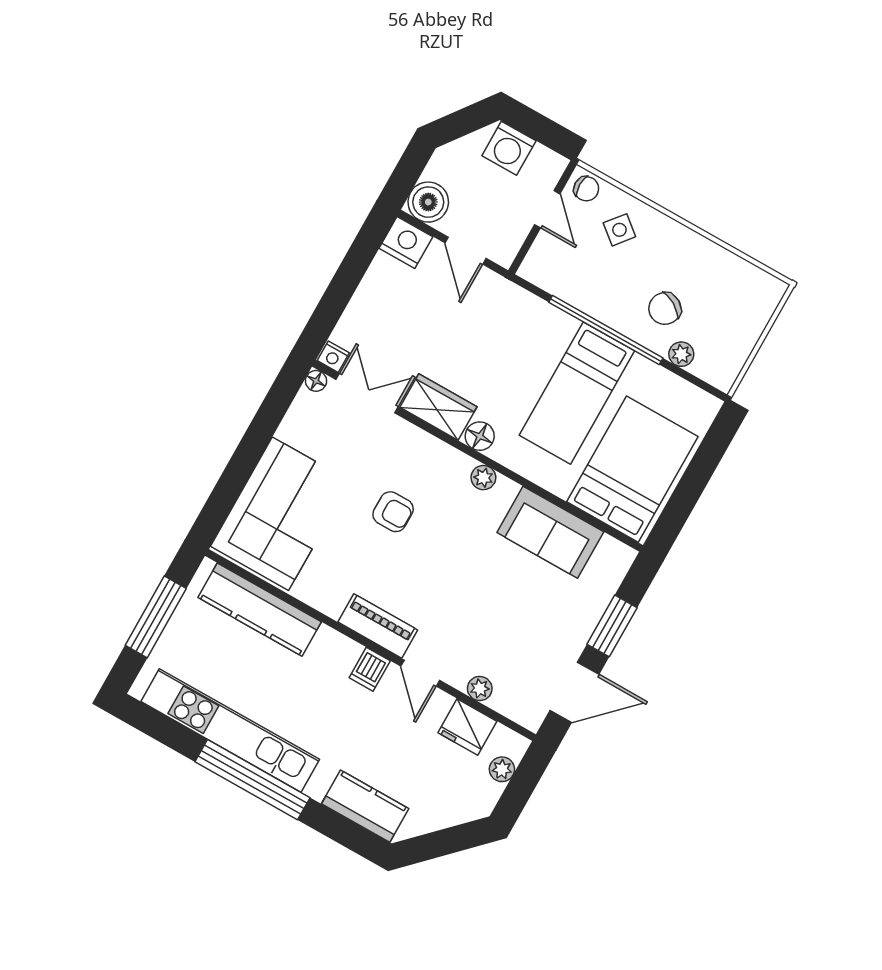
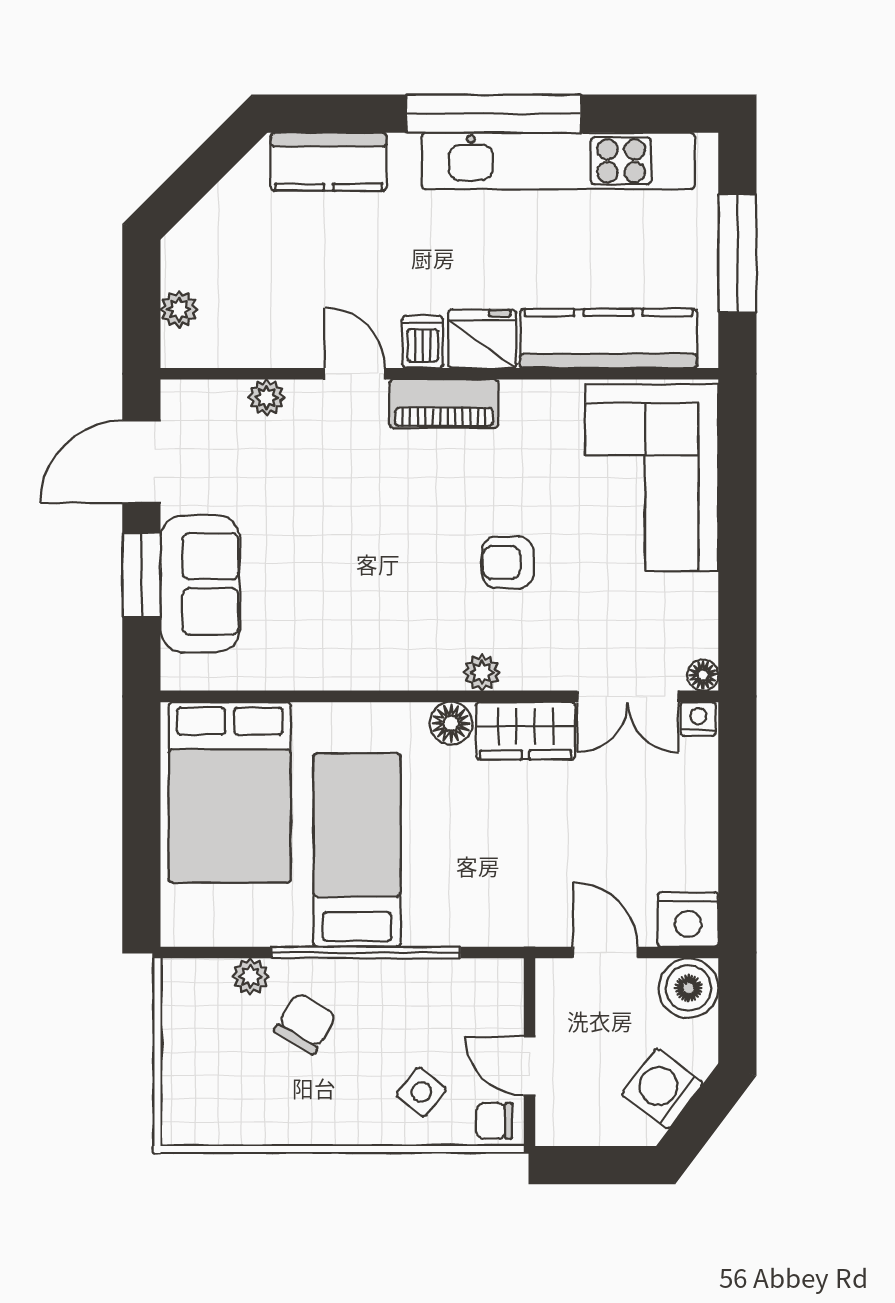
washing machine: (509, 148) -> (662, 1089), moved, turned -53
plant: (483, 478) -> (482, 673), moved
sofa: (550, 532) -> (200, 584), moved, turned 90
fridge: (467, 727) -> (482, 339), moved

